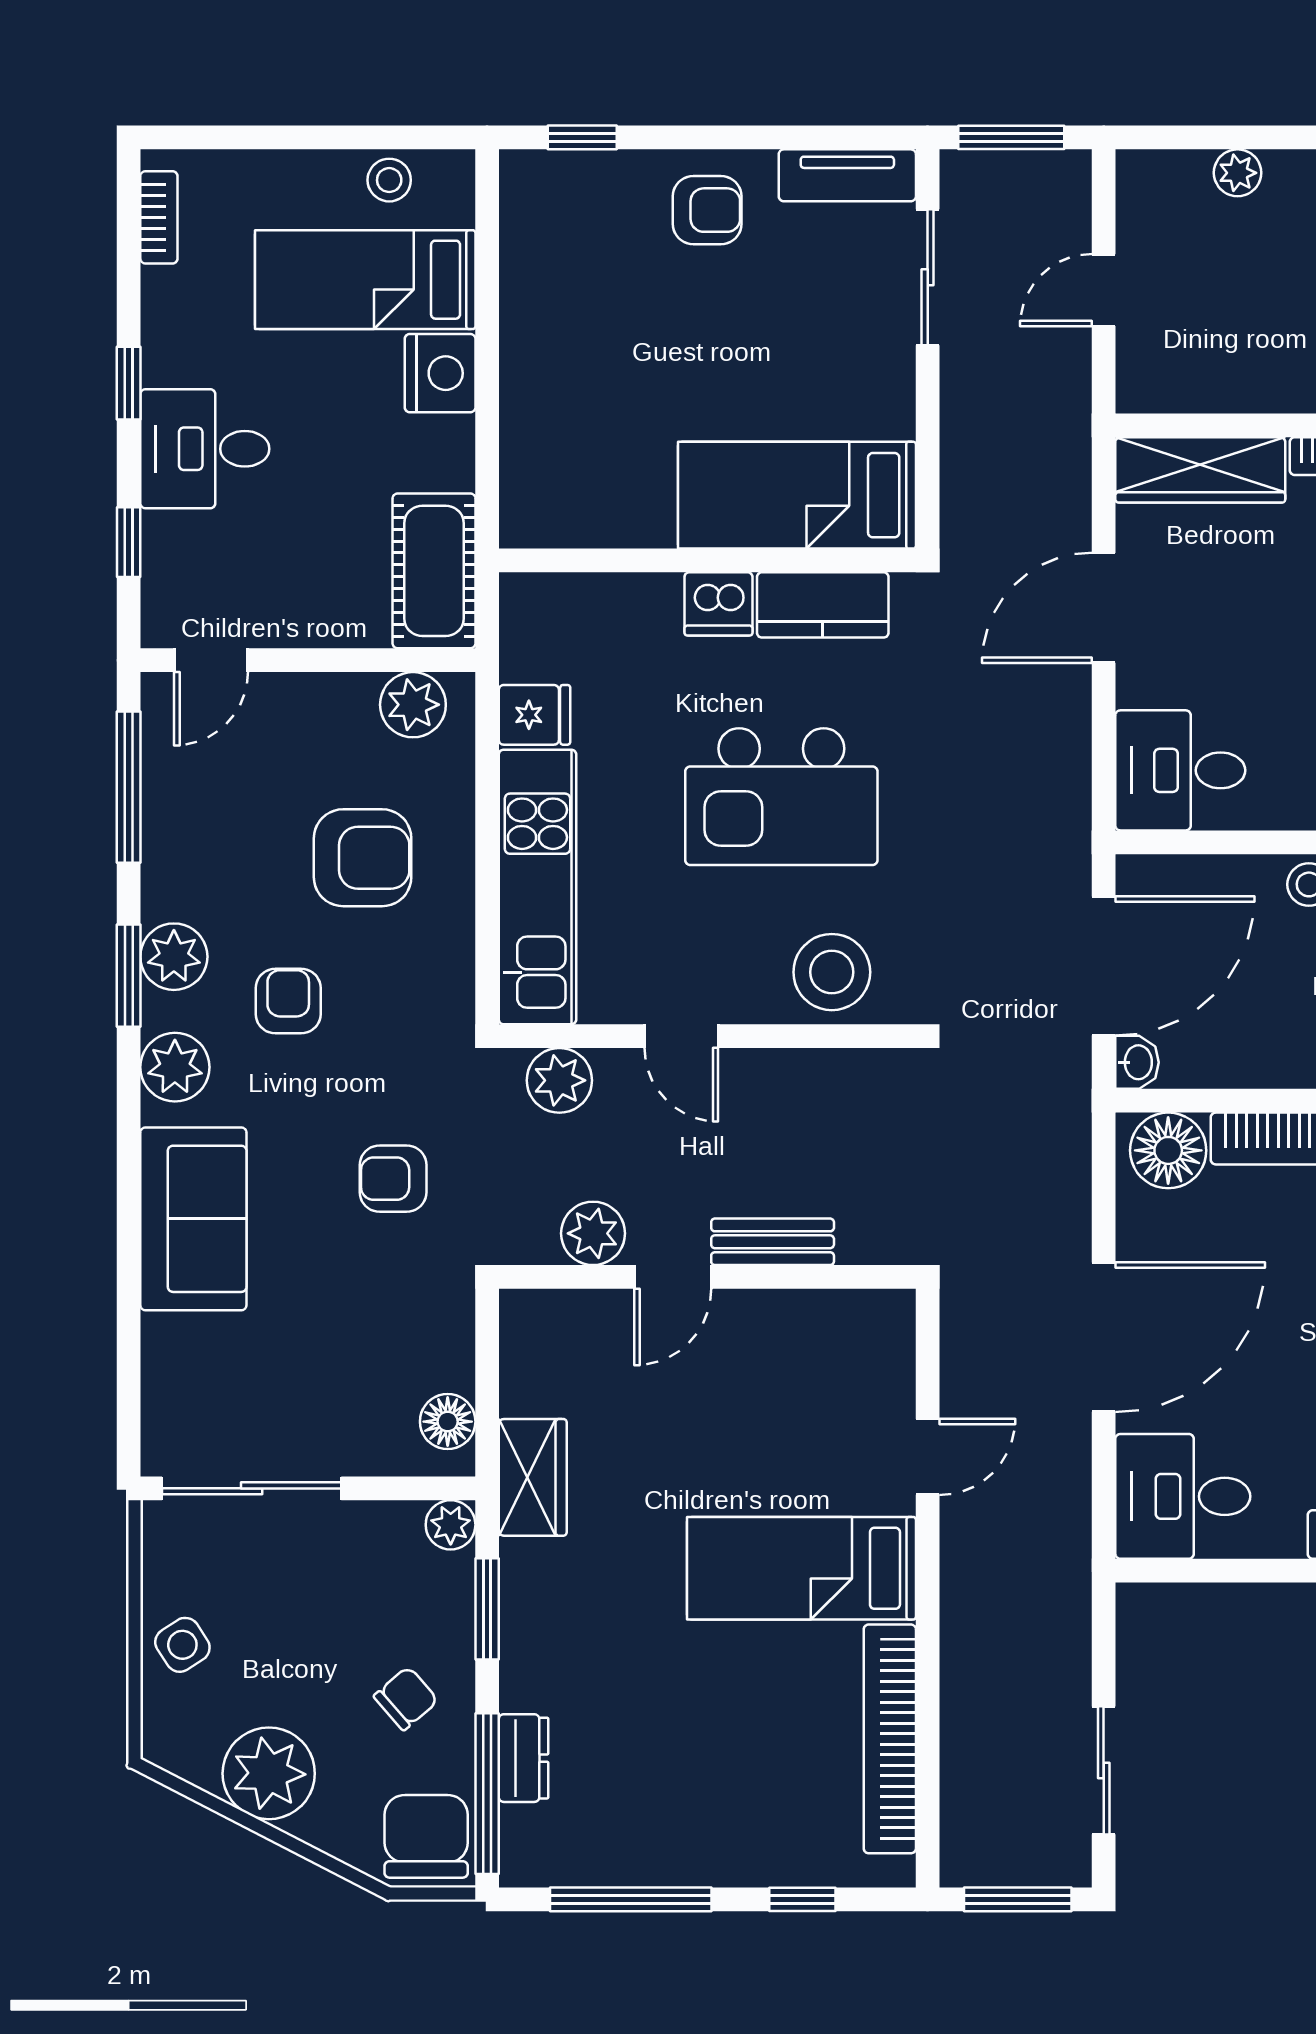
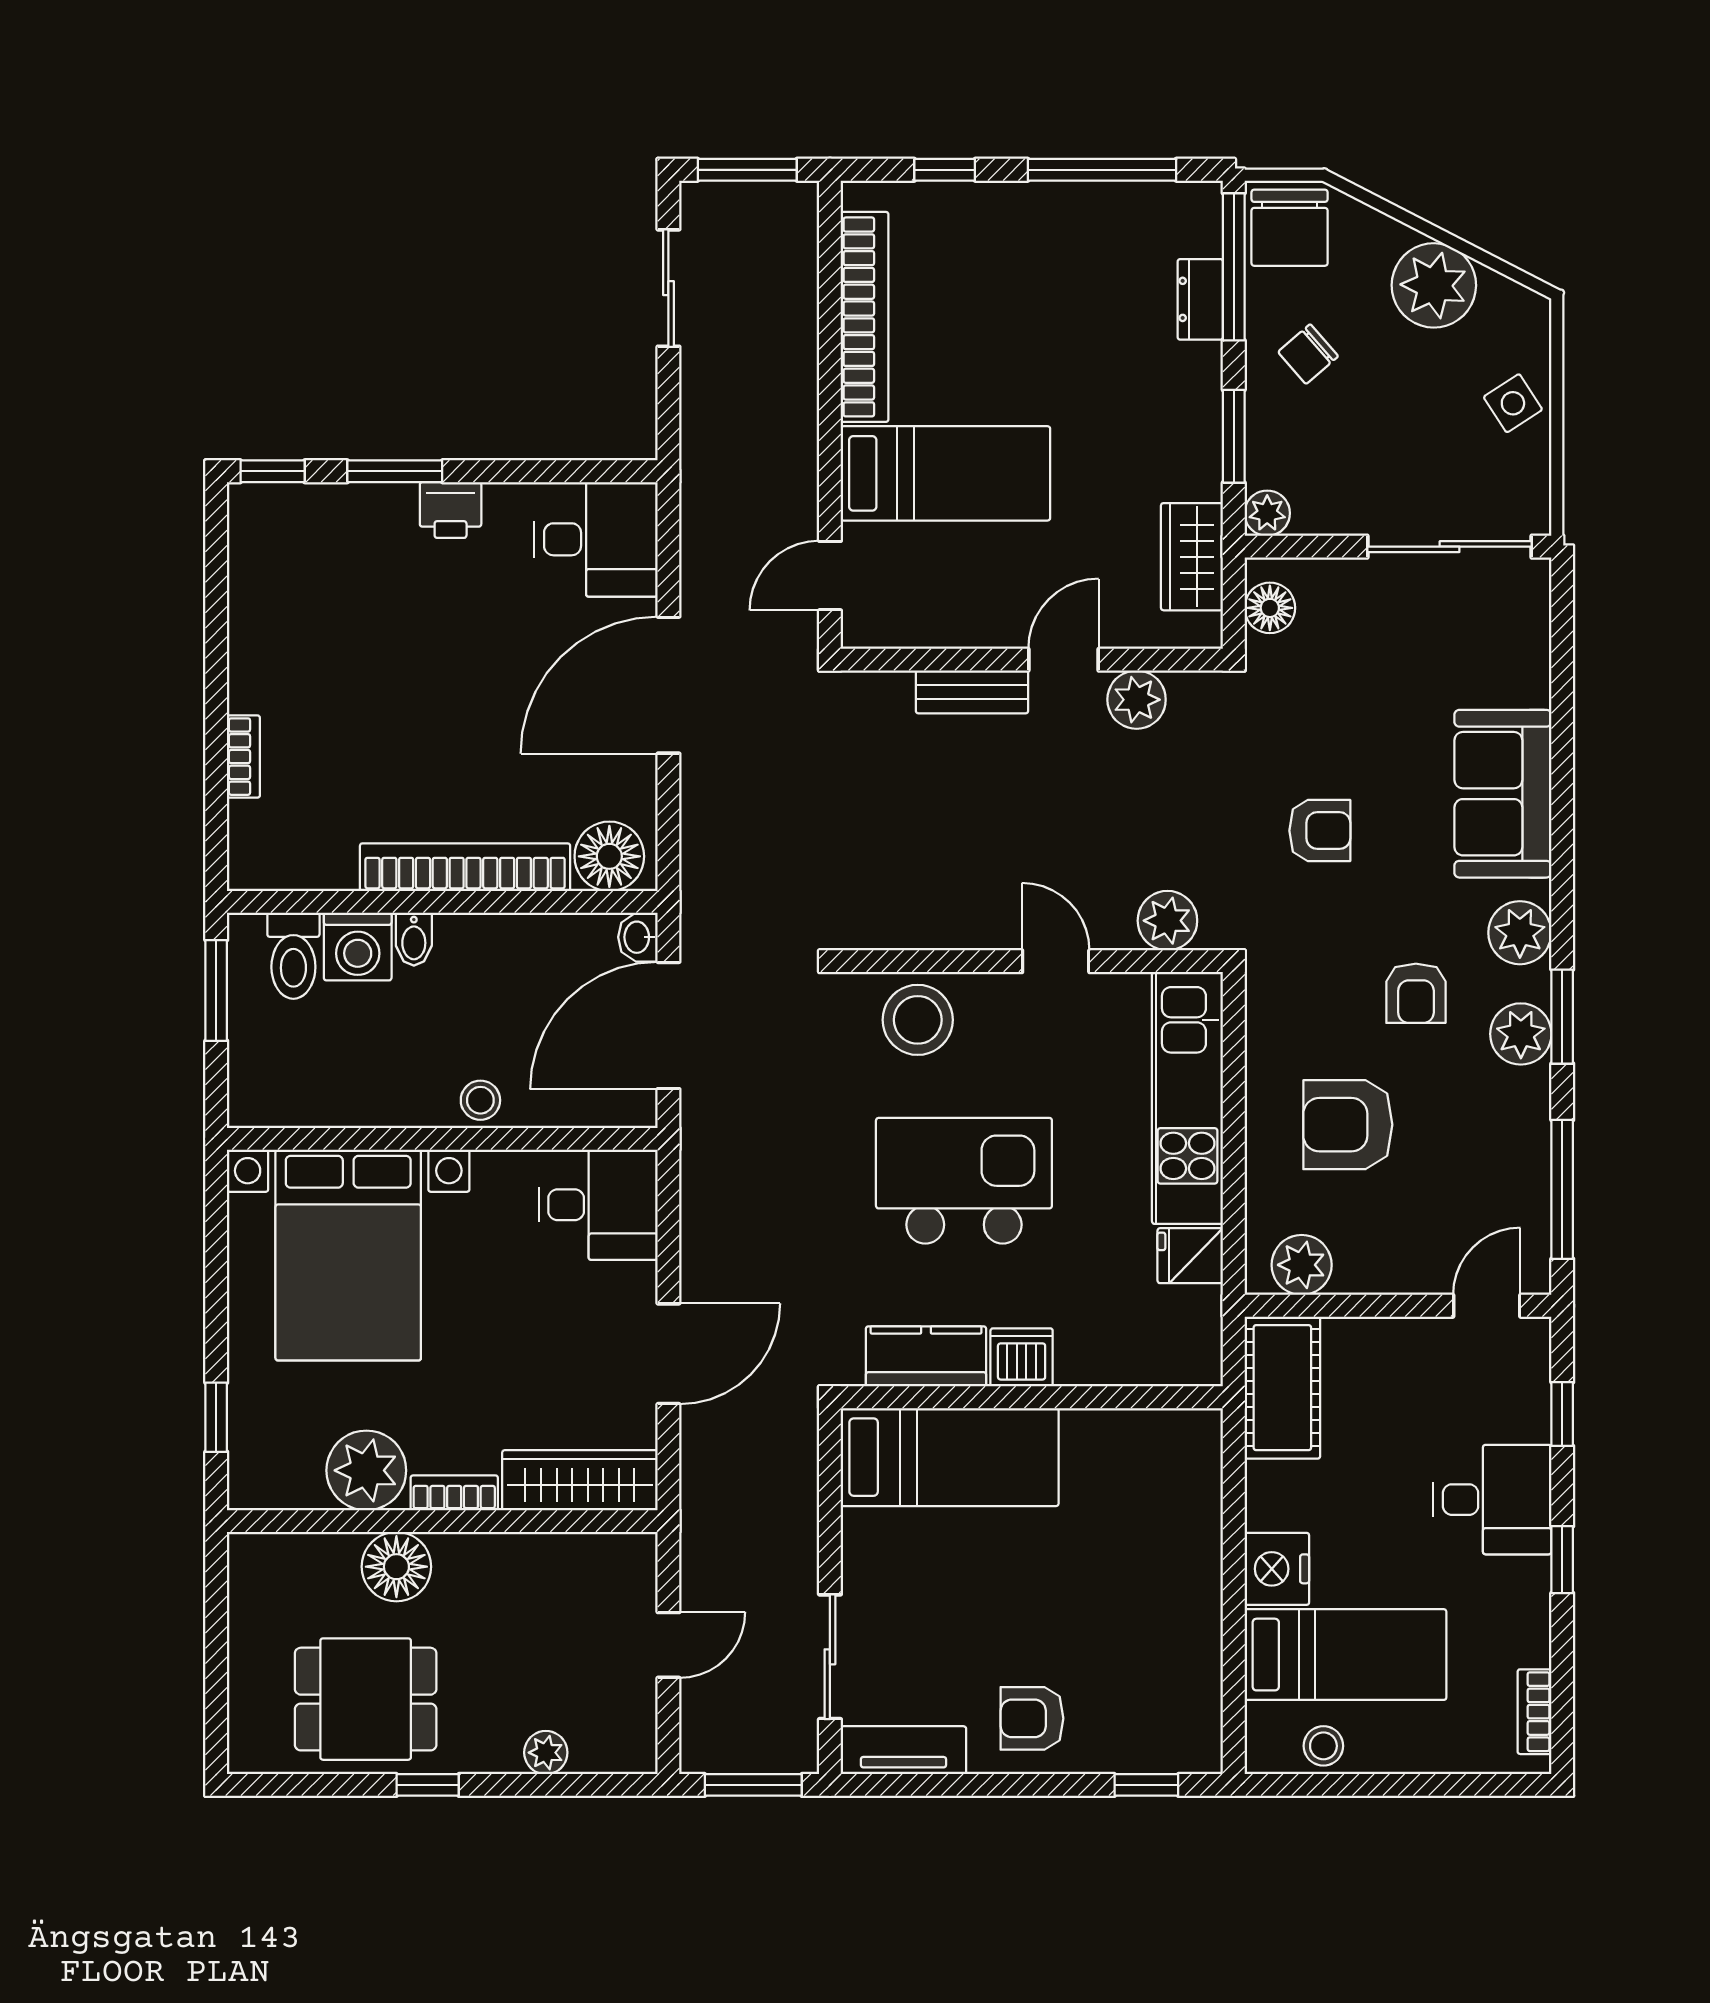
plant: (593, 1233) -> (1137, 700), moved
bench: (773, 1242) -> (972, 692), moved
door: (673, 1277) -> (1063, 660), moved
wall: (707, 1277) -> (1032, 660), moved

